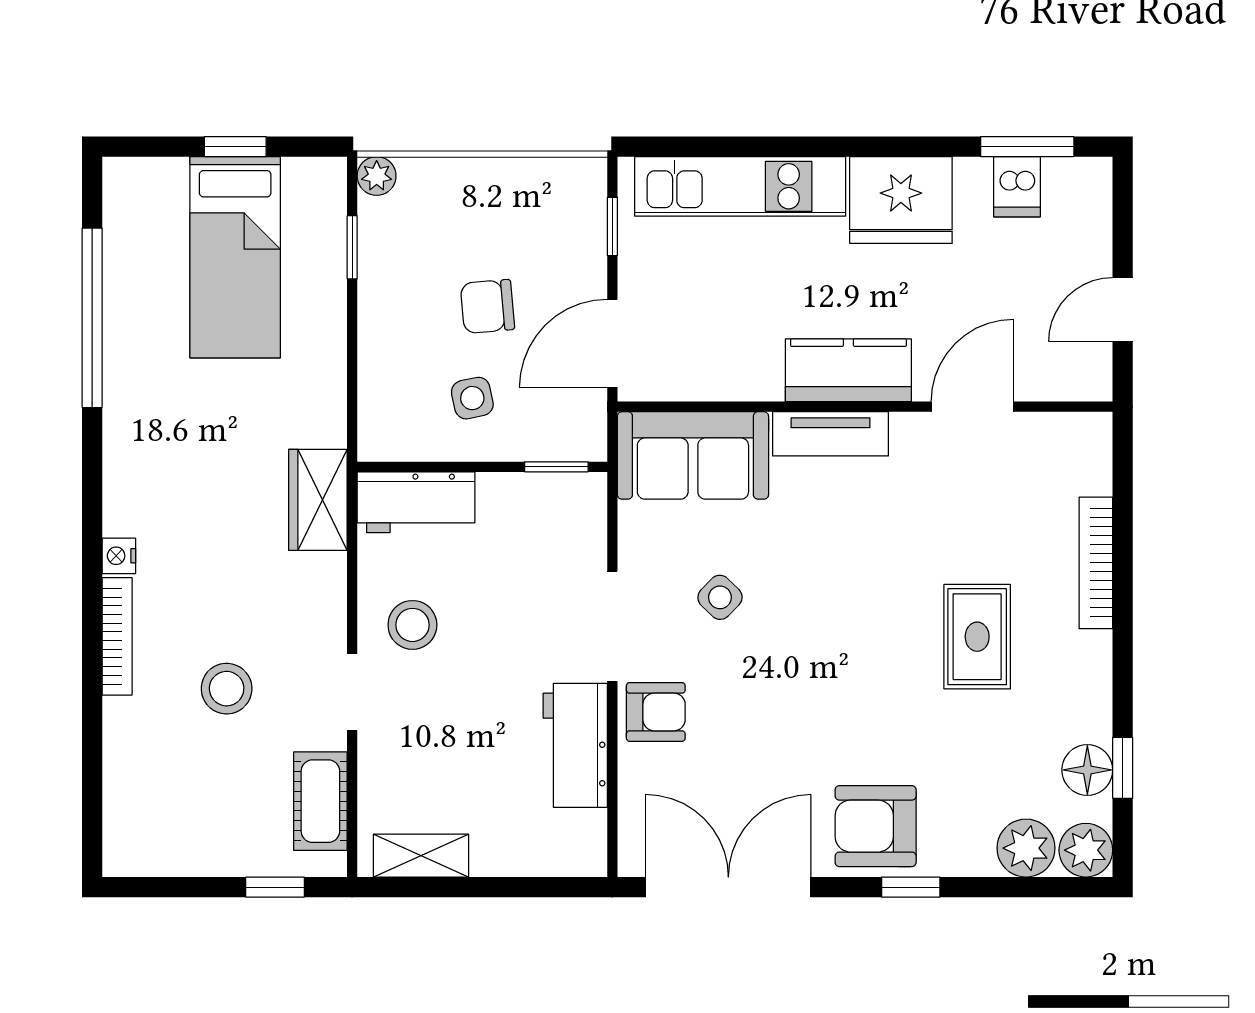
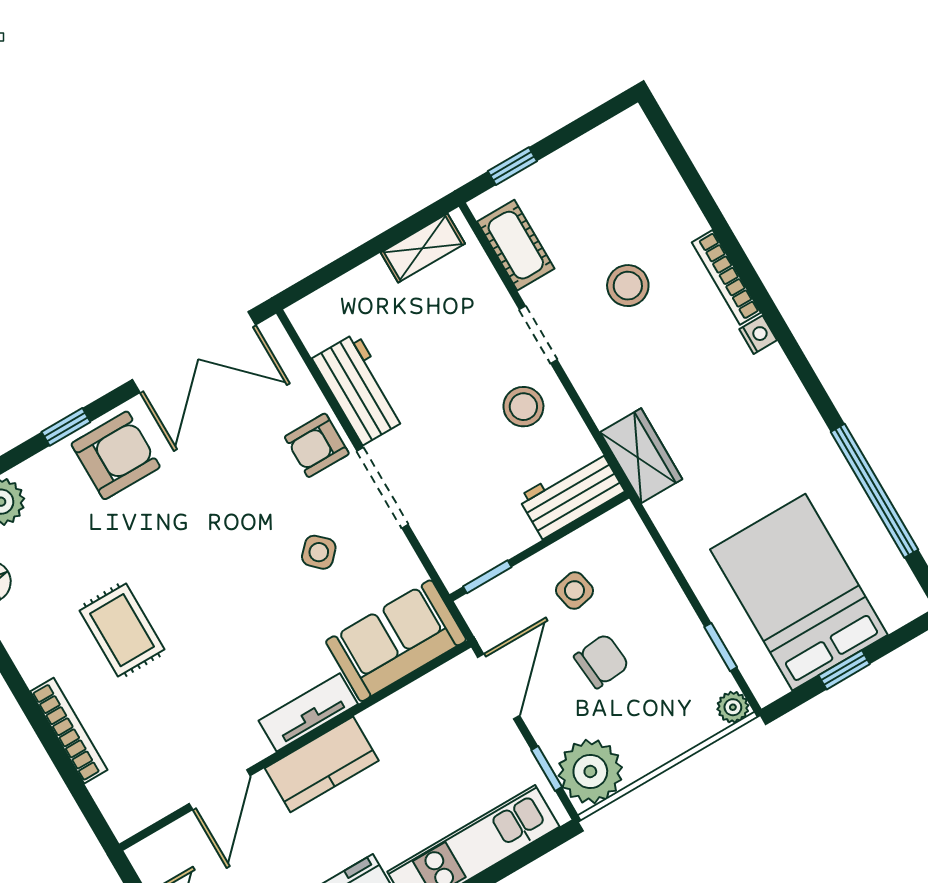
plant: (568, 196) -> (590, 771), added
bed: (235, 257) -> (799, 592), width x1.50

